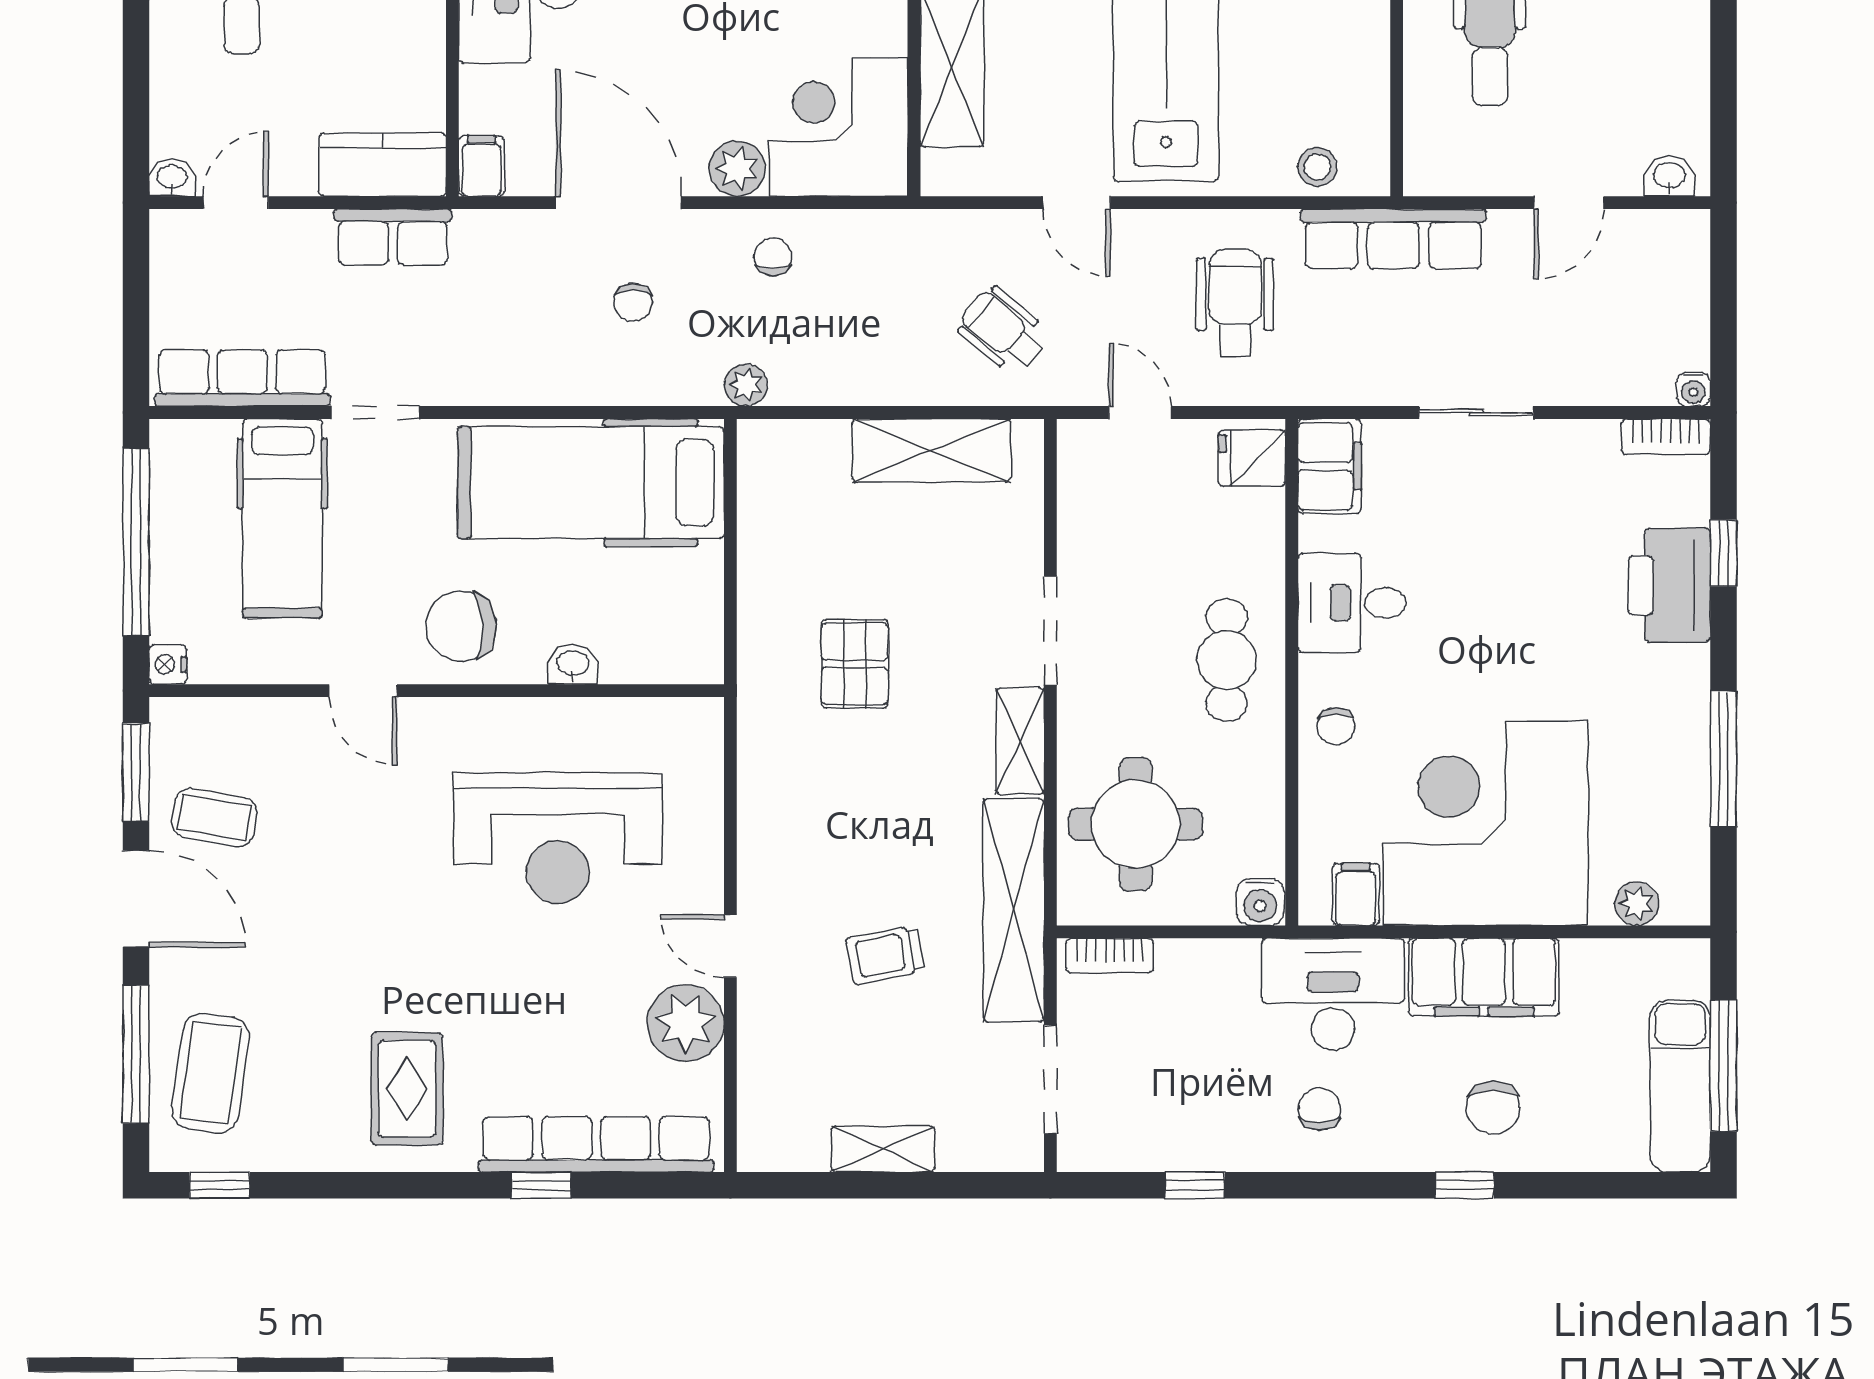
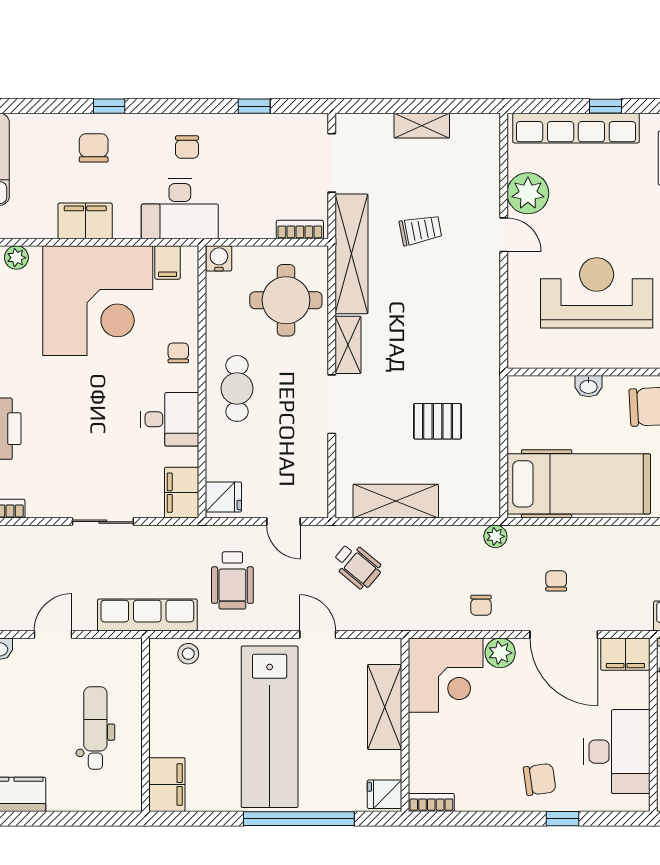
filing cabinet: (481, 166) -> (625, 654), width x2.00
pallet: (855, 664) -> (438, 421), moved, turned 90
filing cabinet: (1484, 977) -> (85, 221), width x0.67, depth x0.86

